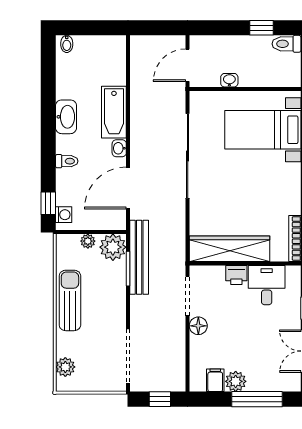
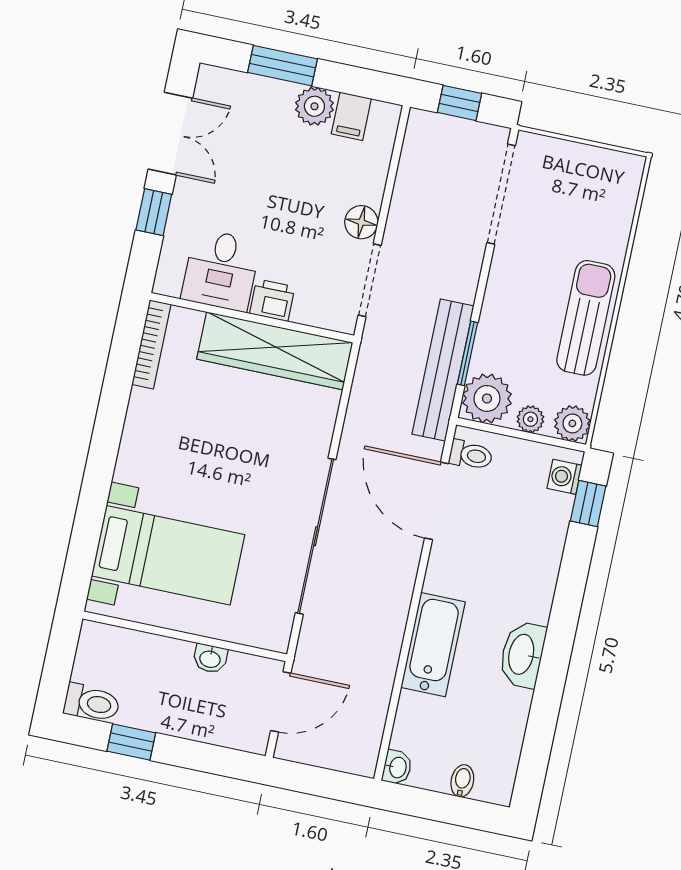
bidet: (67, 44) -> (462, 781), moved
washbasin: (119, 148) -> (397, 767), moved
toilet: (67, 161) -> (471, 455), moved, turned 180
door: (128, 188) -> (436, 501), swing flipped
sun lounger: (70, 300) -> (586, 318), turned 180
plant: (65, 367) -> (572, 423), moved
window: (257, 399) -> (282, 66), width x0.69

